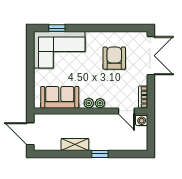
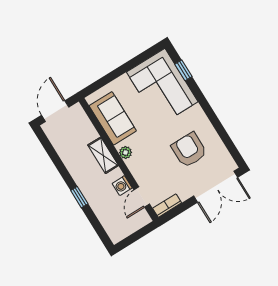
armchair: (114, 58) -> (189, 150), turned -90
plant: (100, 103) -> (133, 164), removed
washing machine: (142, 120) -> (122, 186), moved
shelving: (75, 144) -> (103, 155), moved

